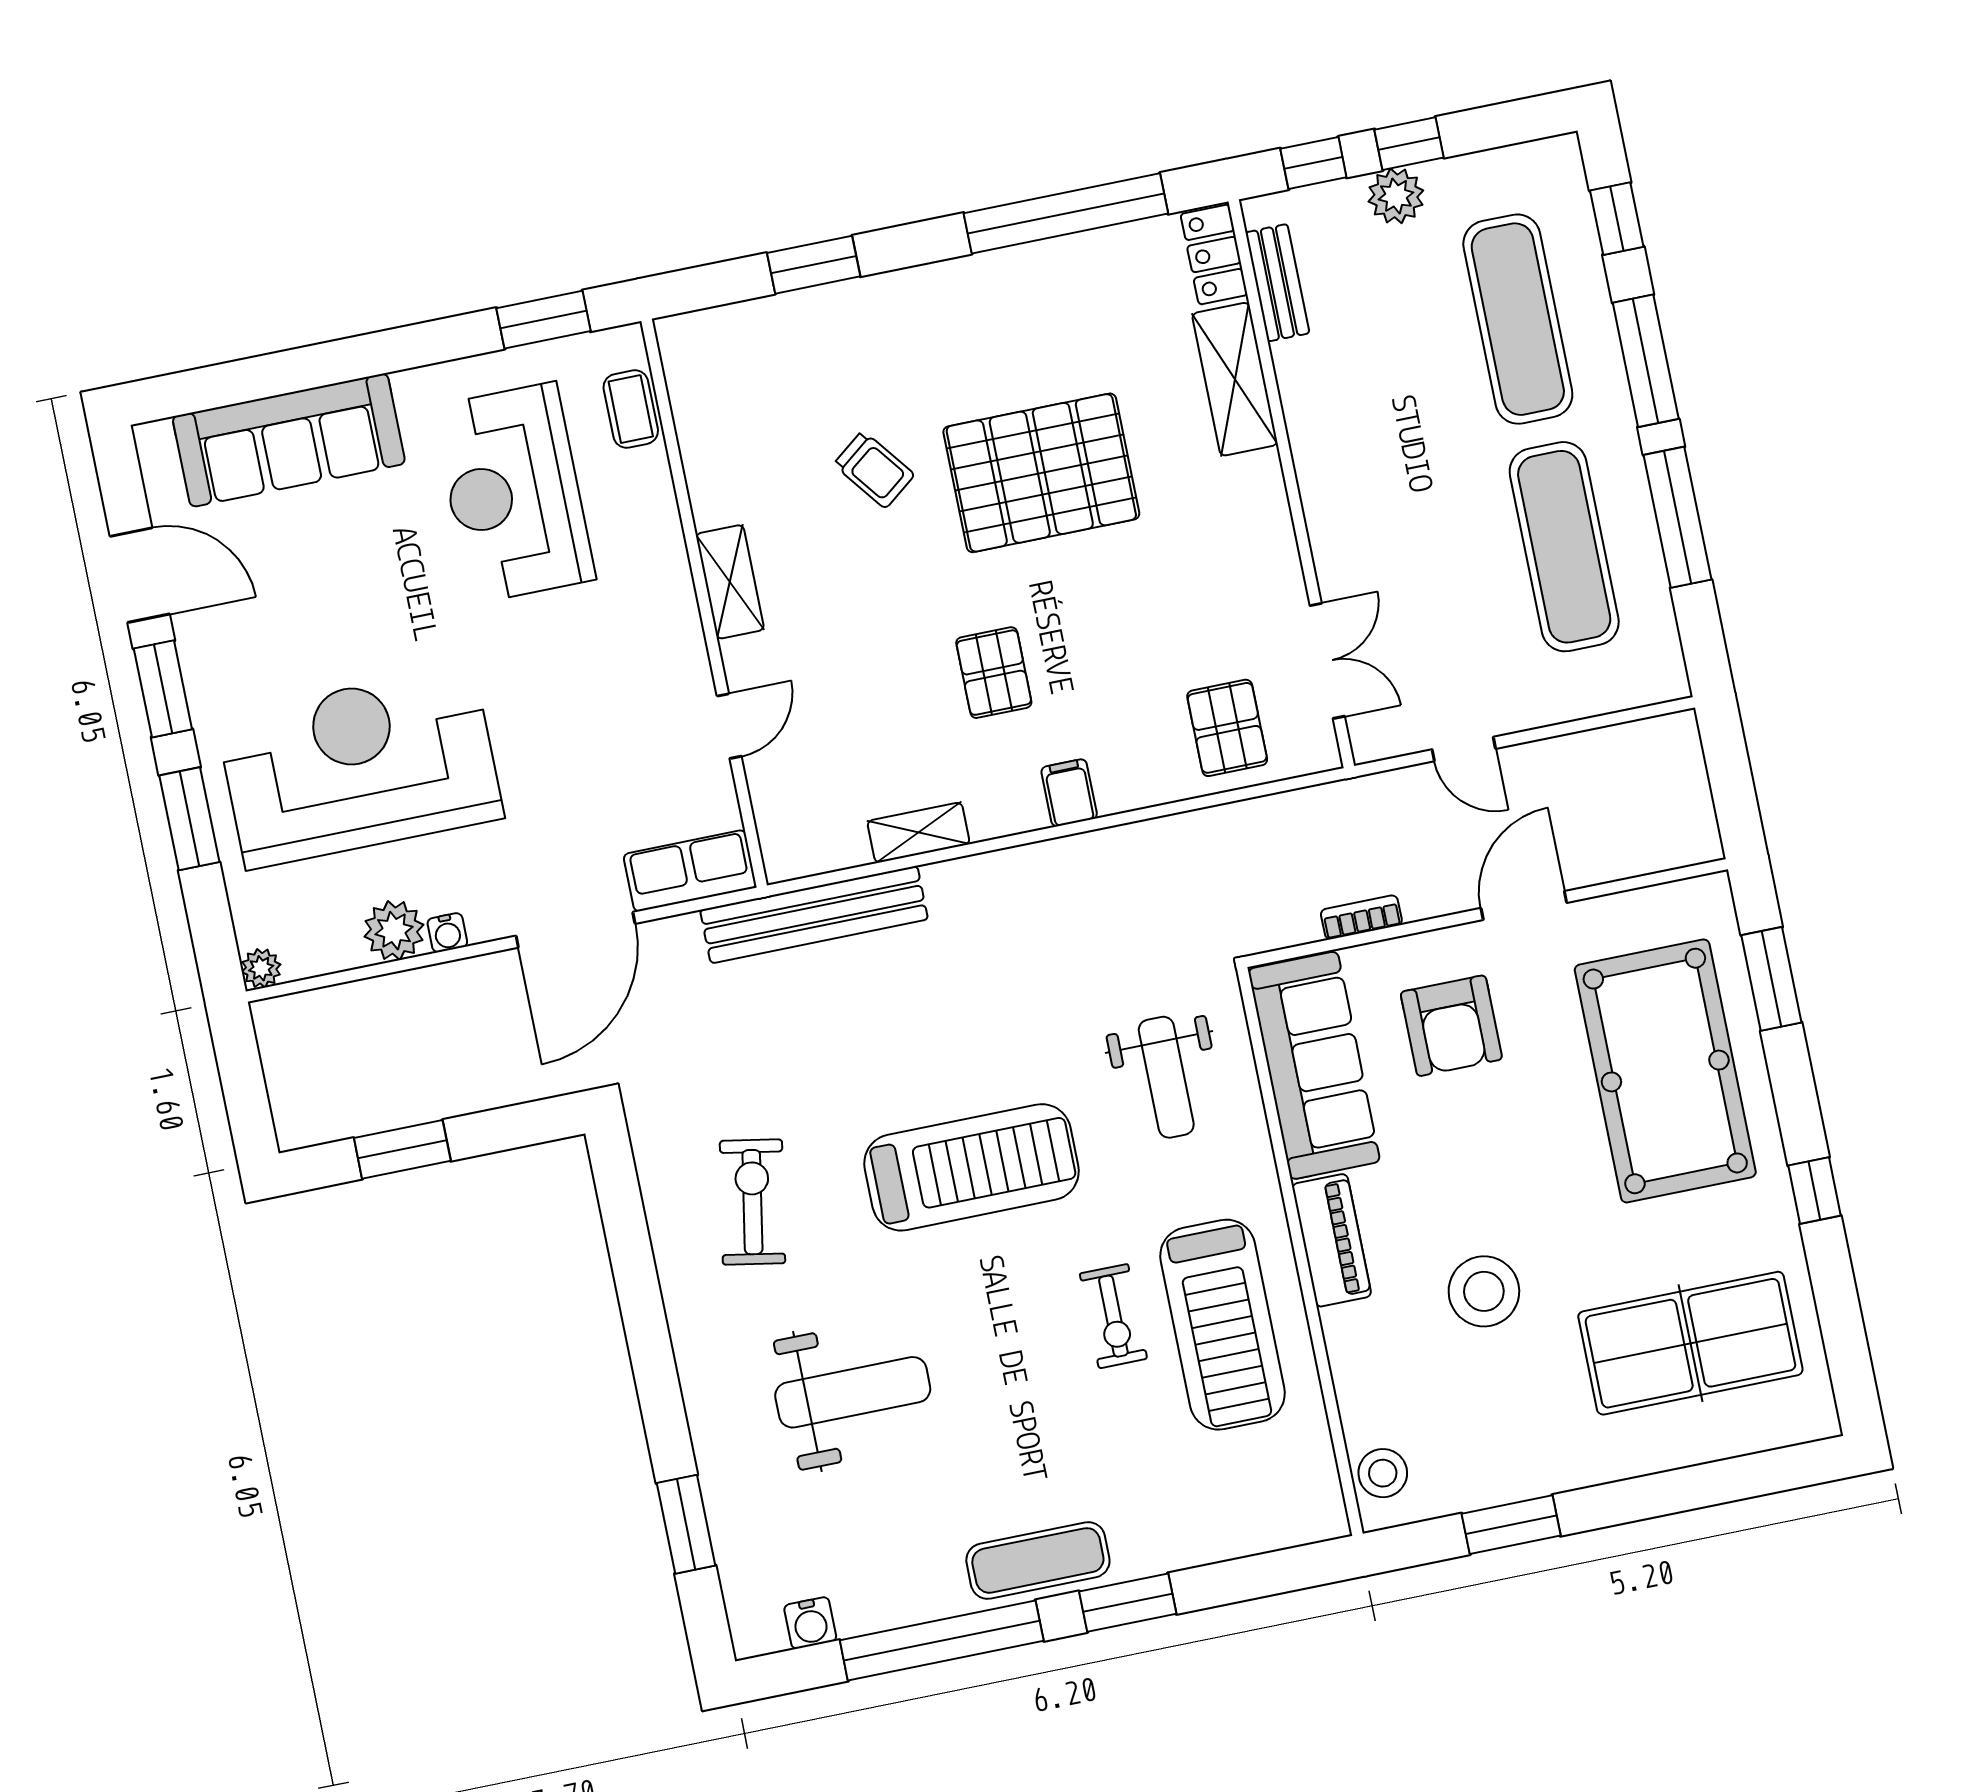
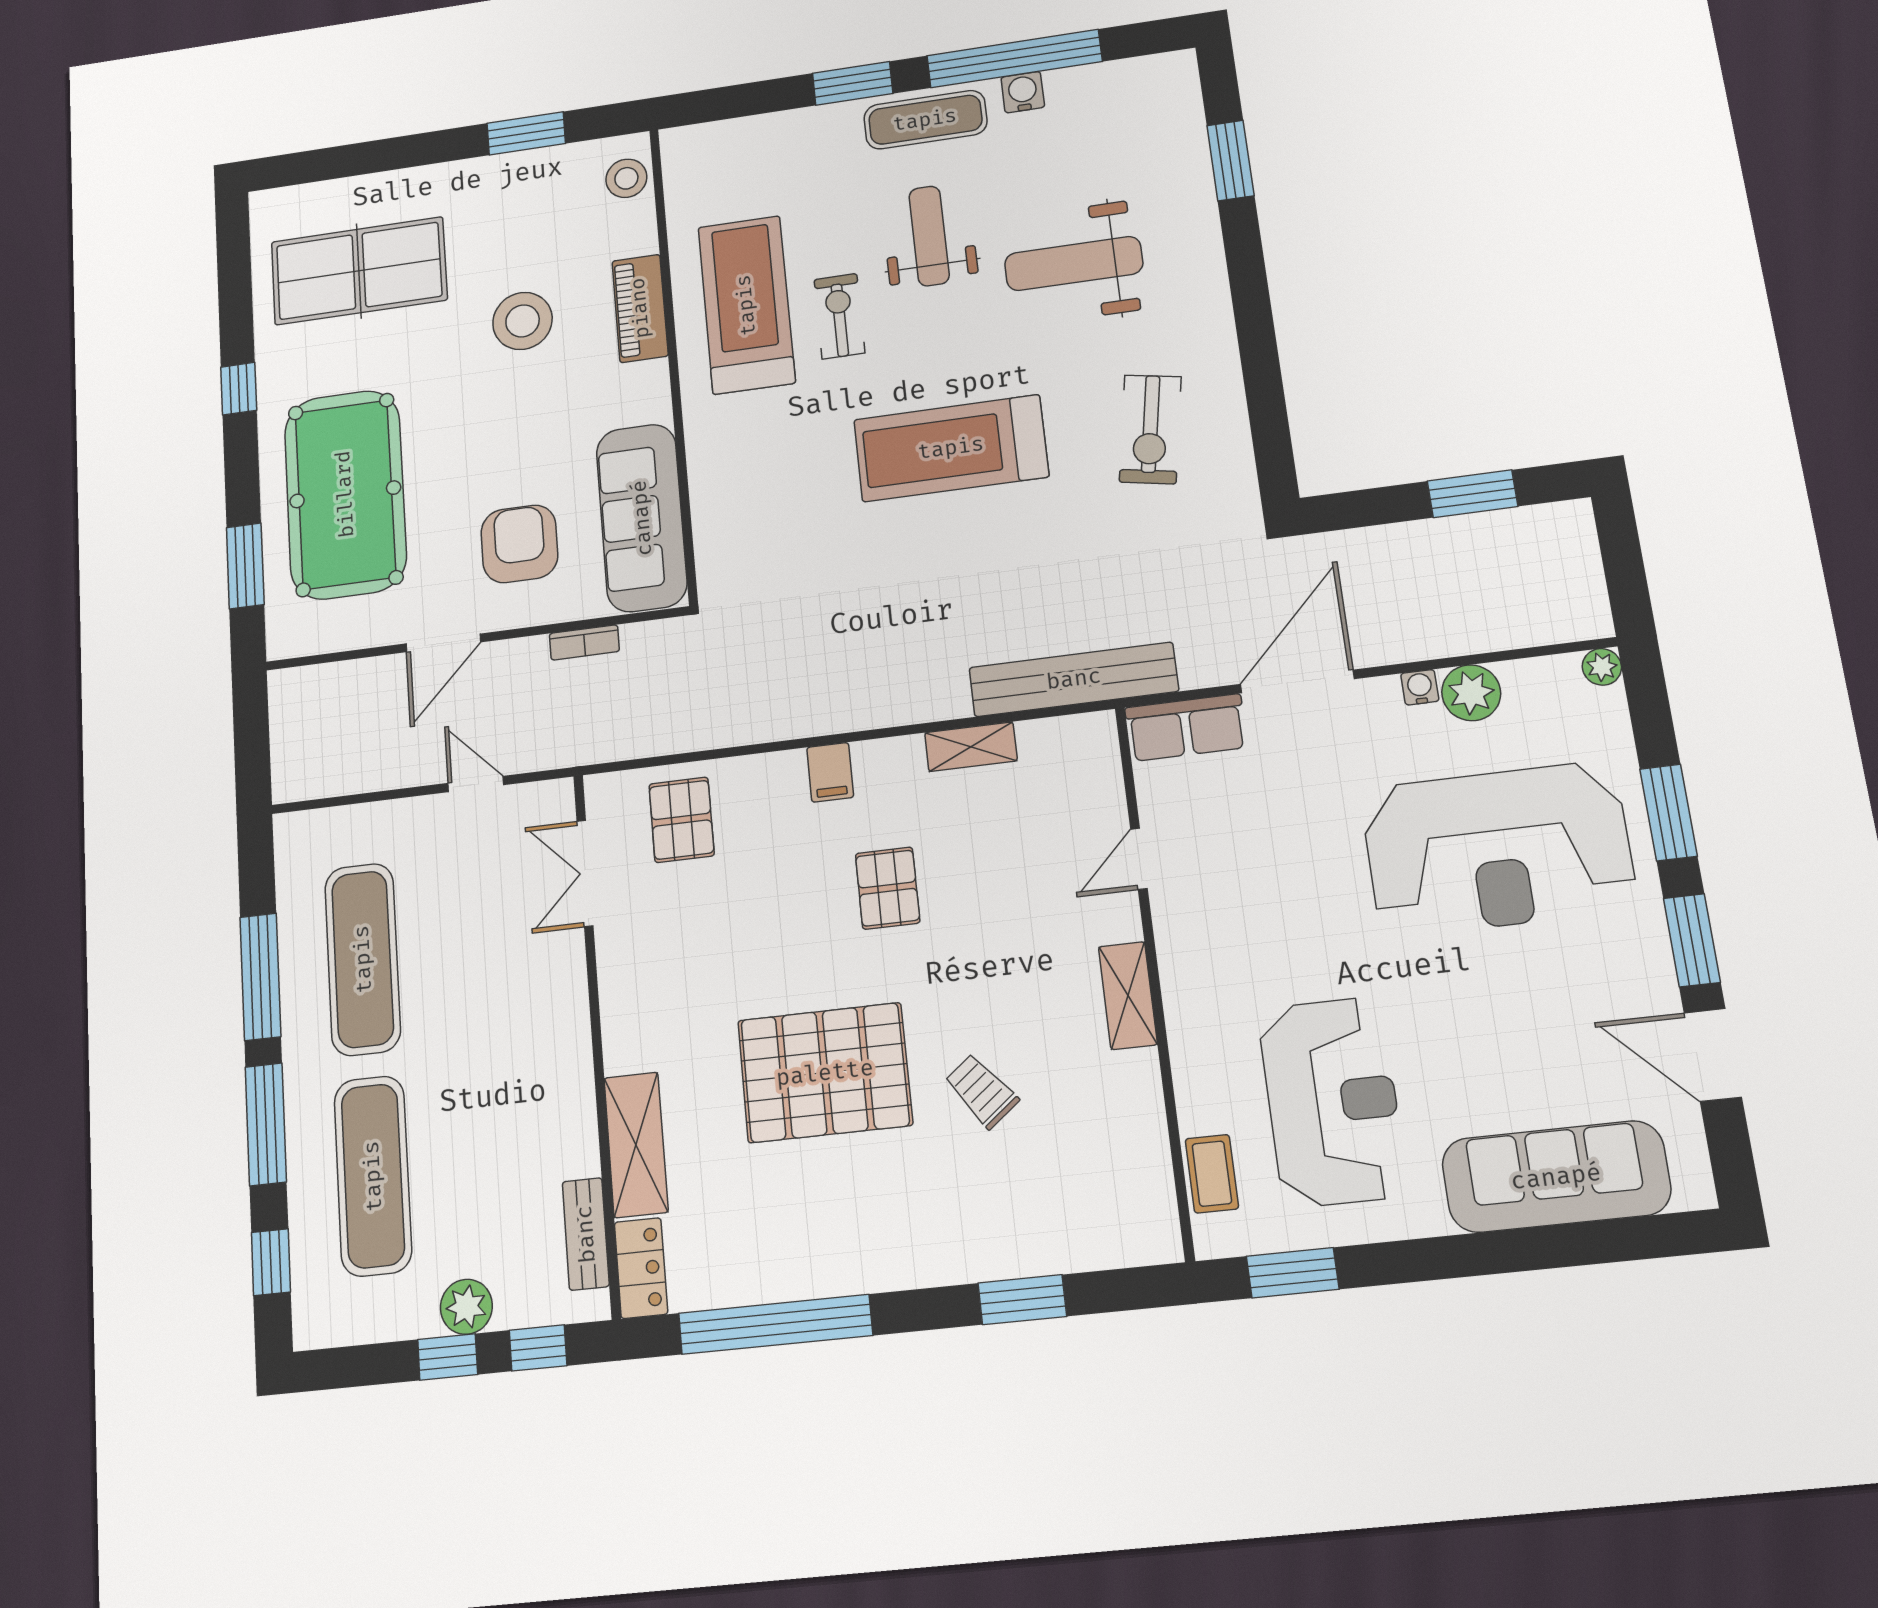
weight bench: (1166, 1077) -> (929, 236), moved
piano: (1332, 1240) -> (640, 308), moved
water cooler: (810, 1623) -> (1023, 92), moved

